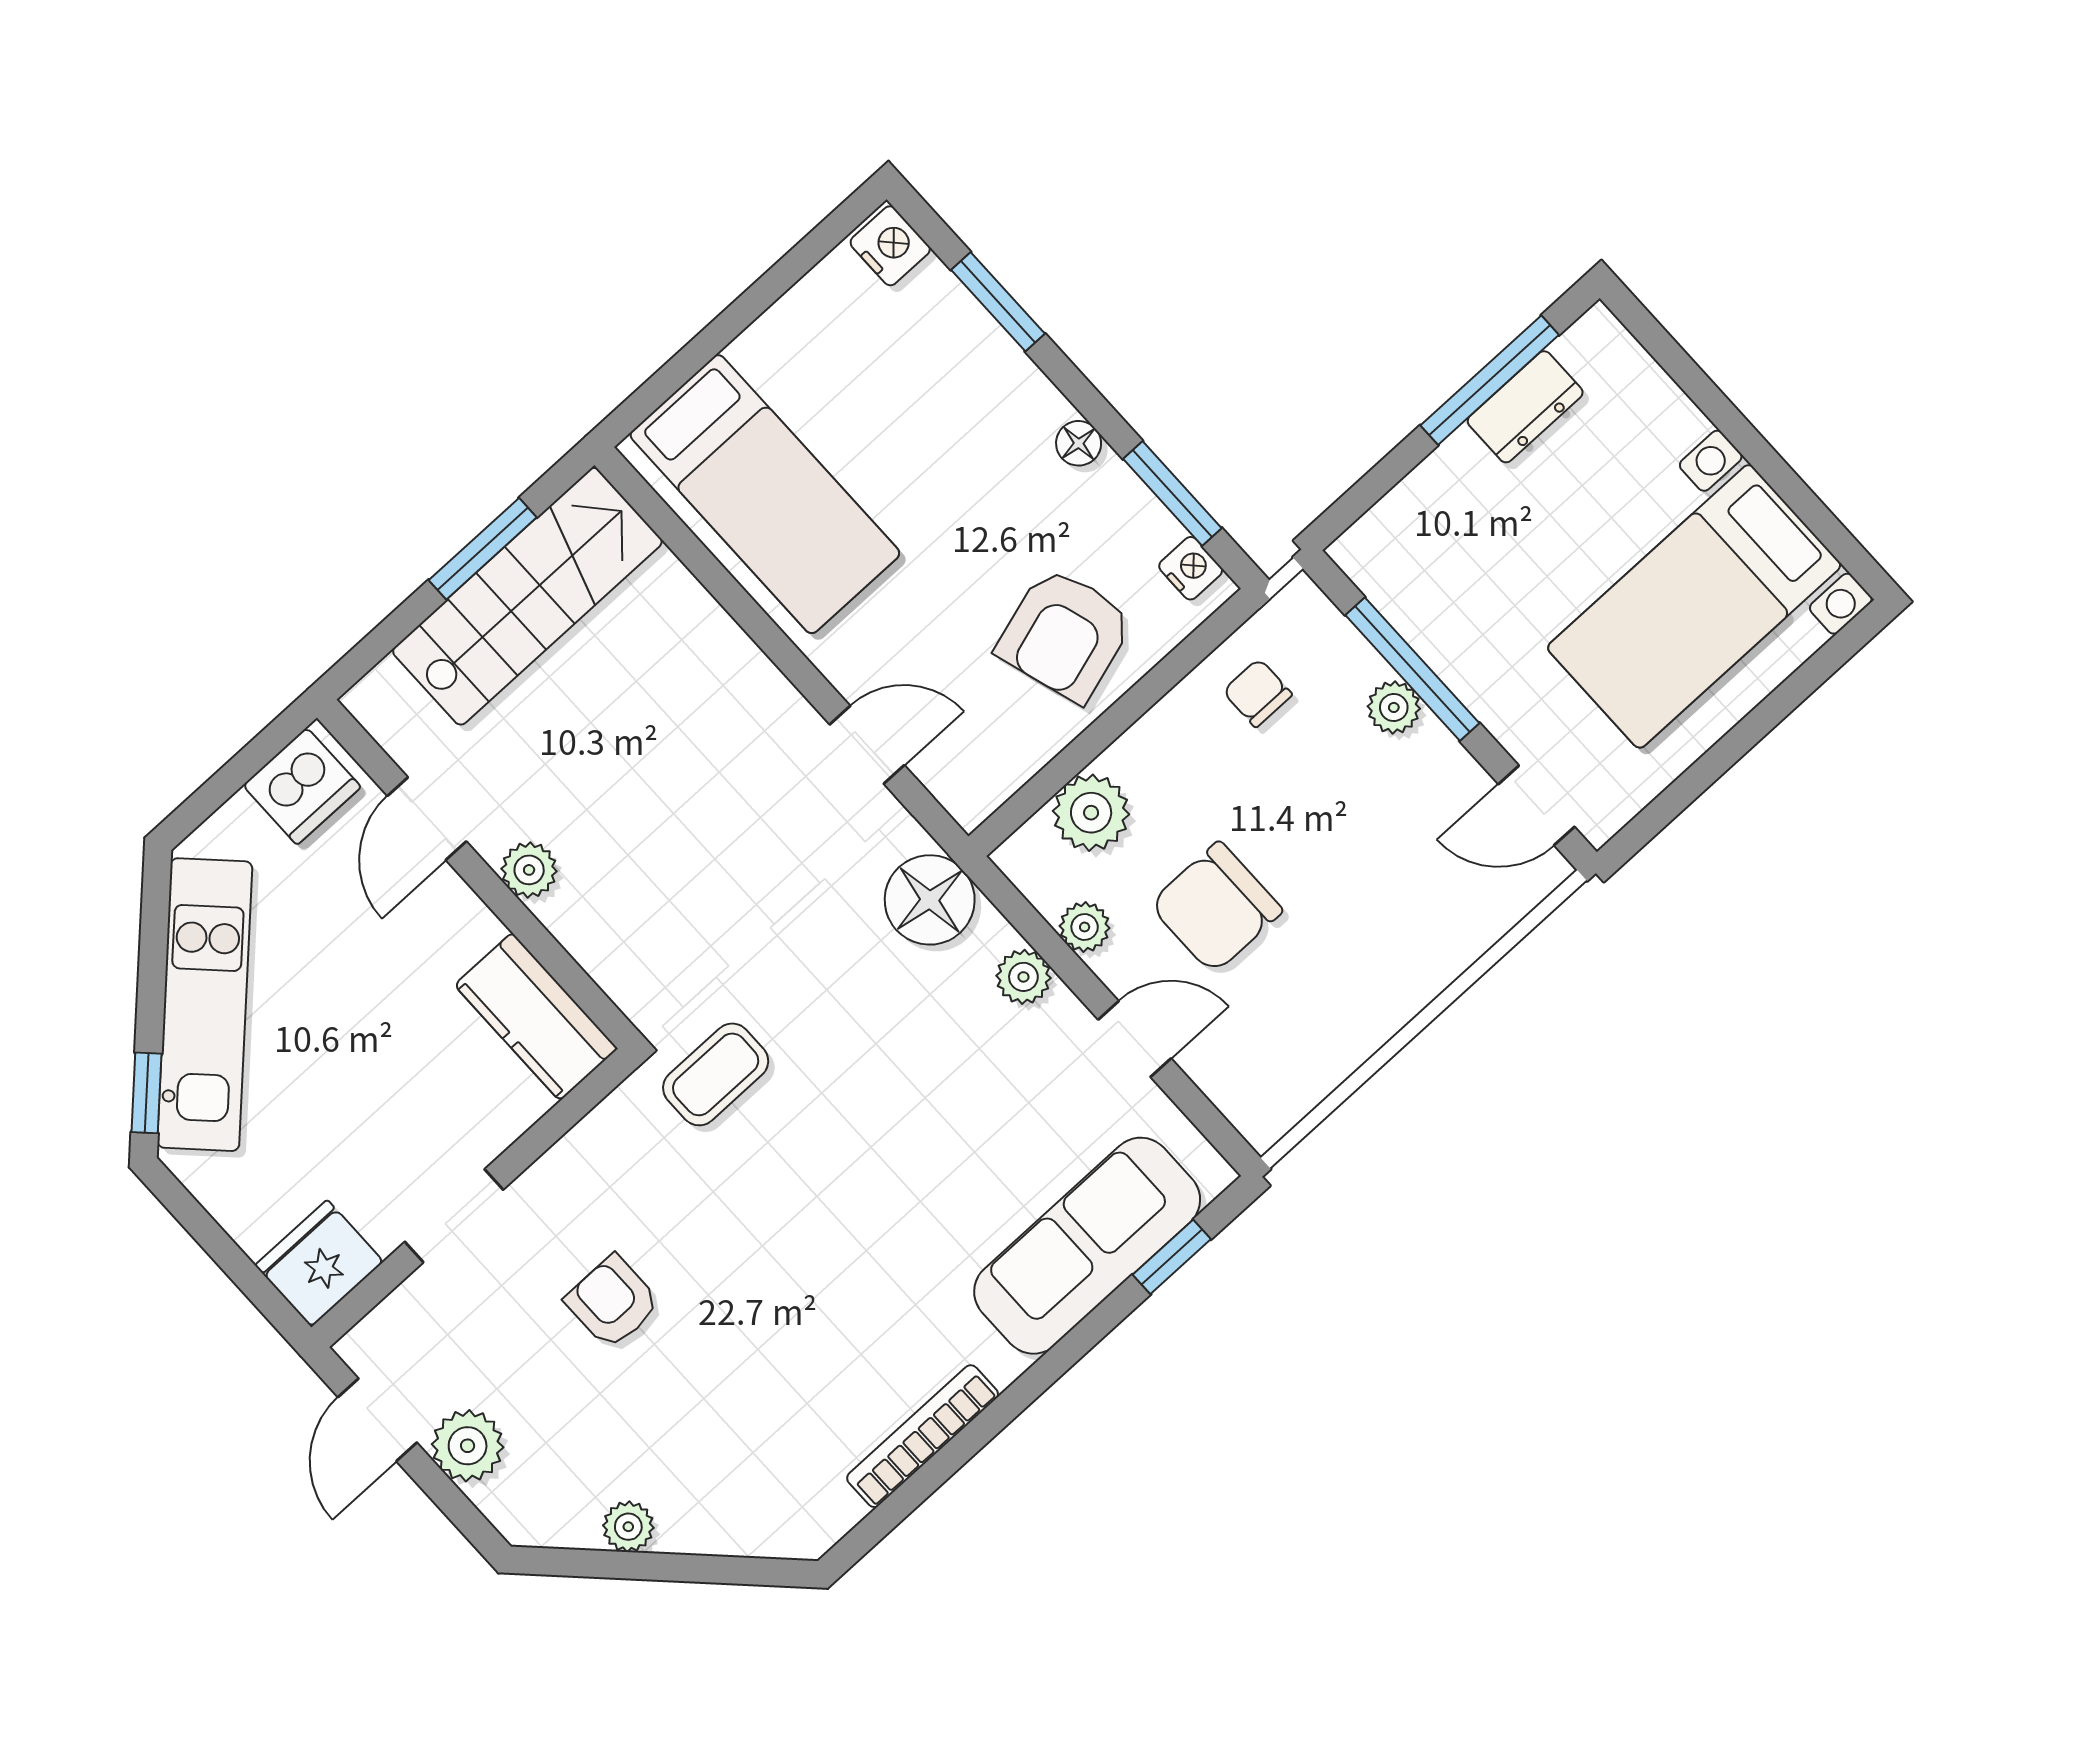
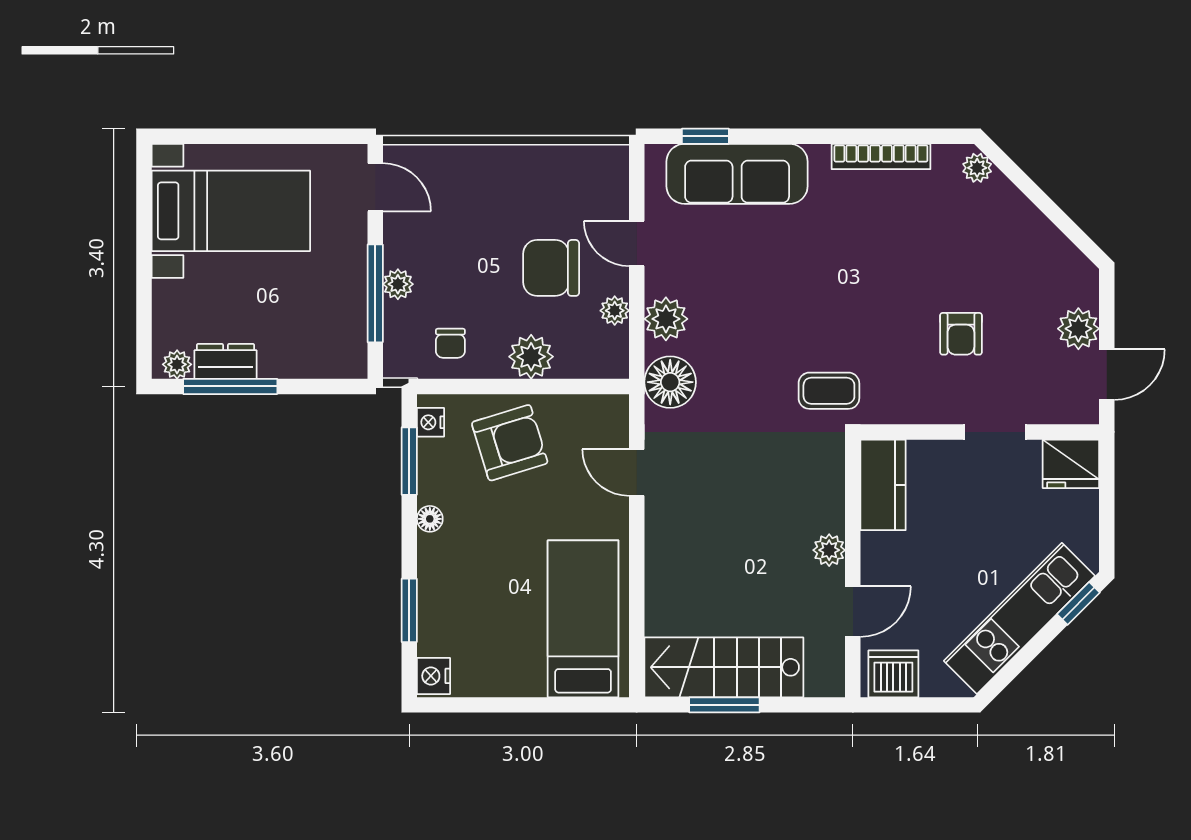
plant: (1584, 346) -> (177, 364), added
plant: (1091, 813) -> (531, 357), moved
chair: (1216, 907) -> (551, 268), turned 180
plant: (1023, 977) -> (666, 319), width x1.38, depth x1.38
plant: (628, 1527) -> (977, 168), moved

